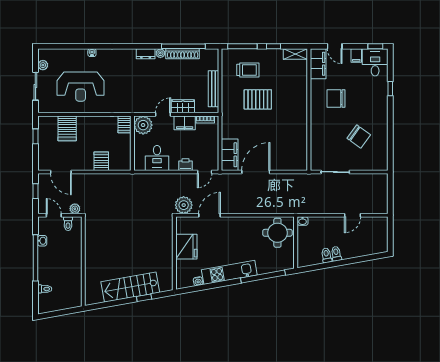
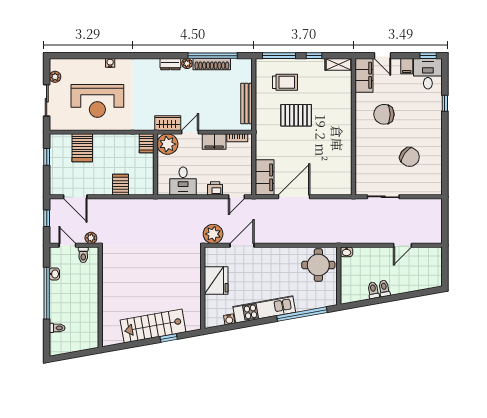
wardrobe: (183, 106) -> (168, 123), moved

